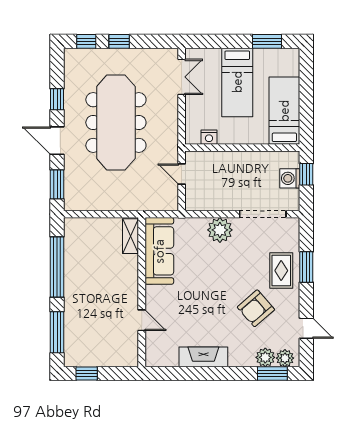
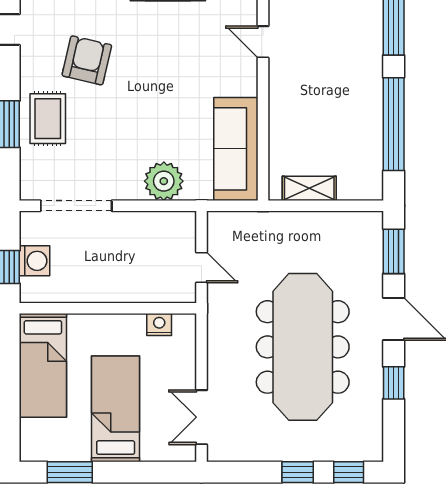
plant: (220, 230) -> (164, 181), moved
shelving: (131, 236) -> (309, 188), moved, turned 90
armchair: (256, 308) -> (87, 60), turned -36

